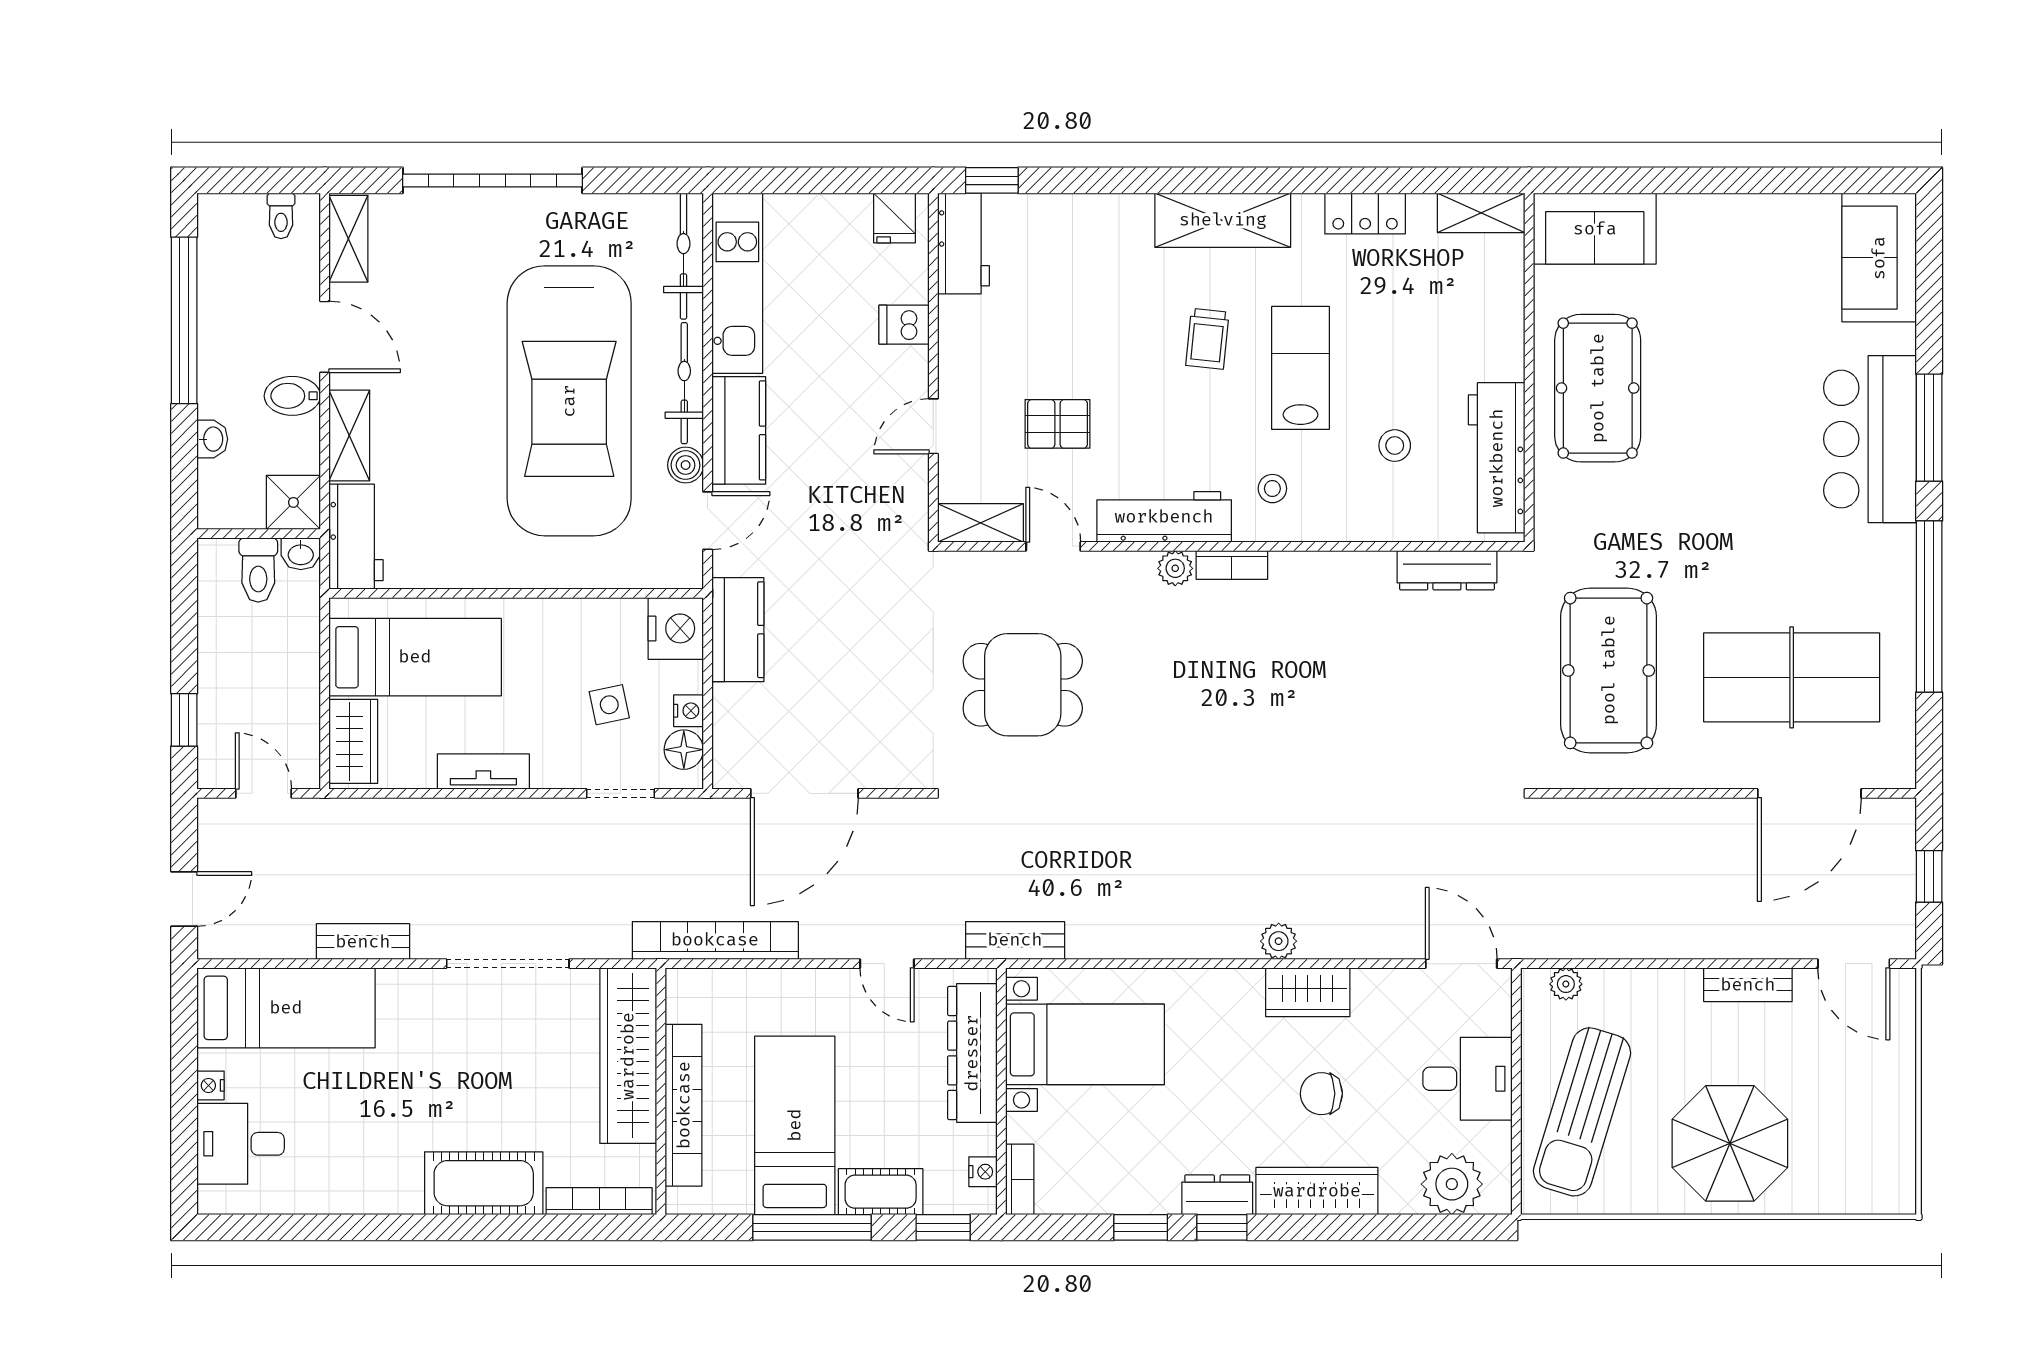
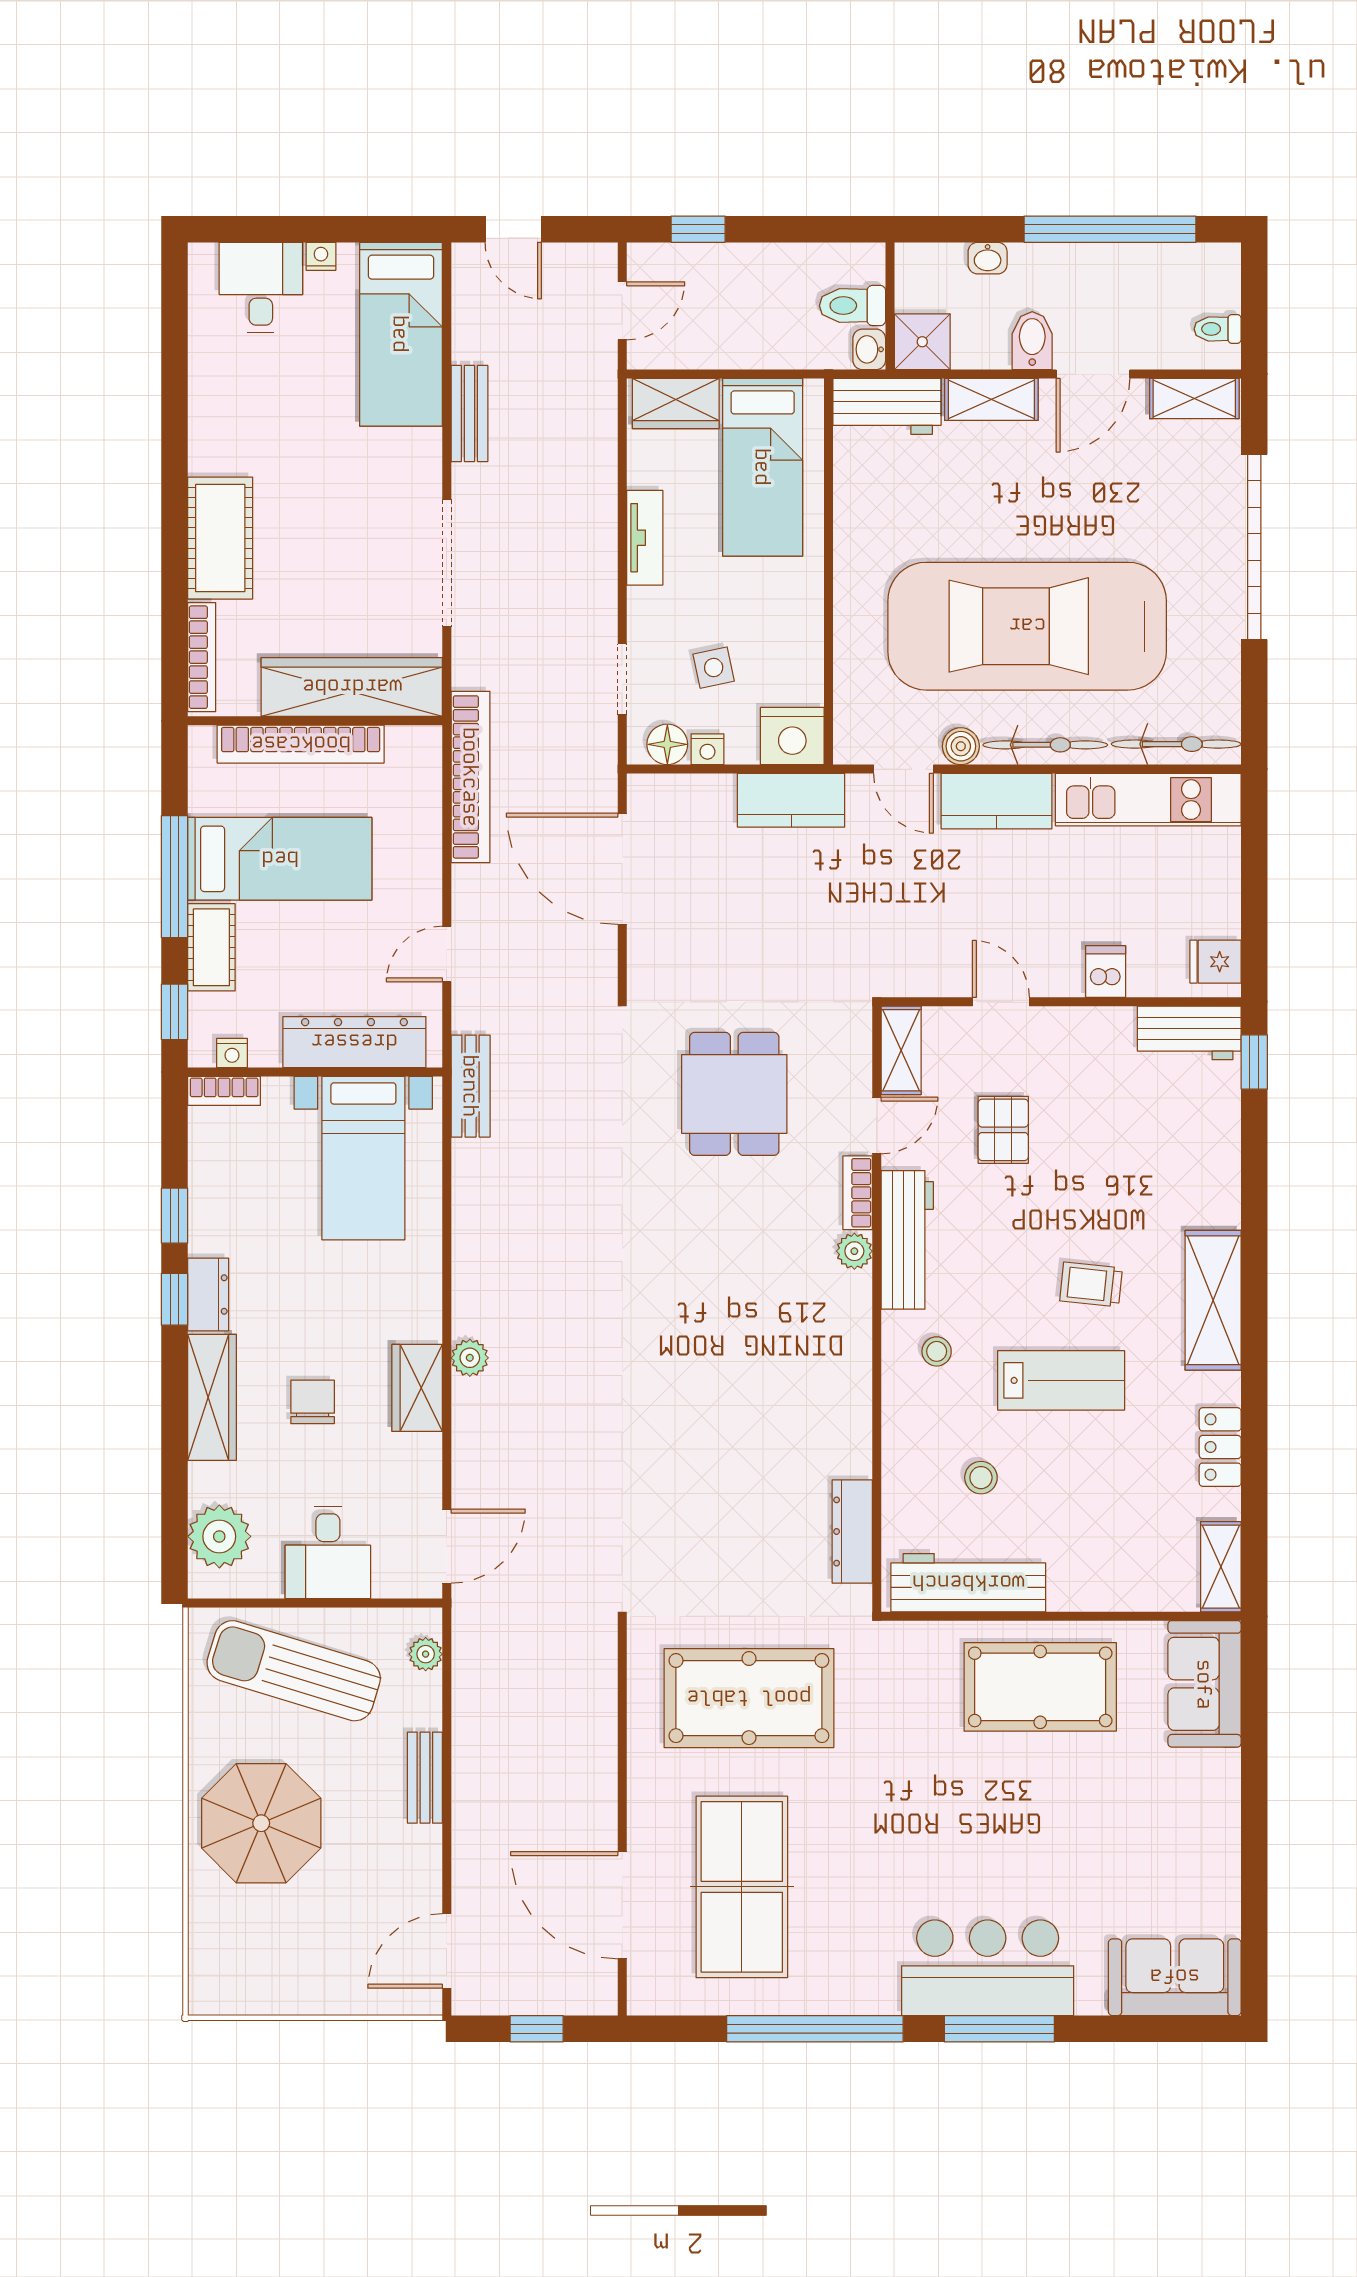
bookcase: (1232, 565) -> (858, 1193), moved
bench: (1748, 985) -> (425, 1778), moved

